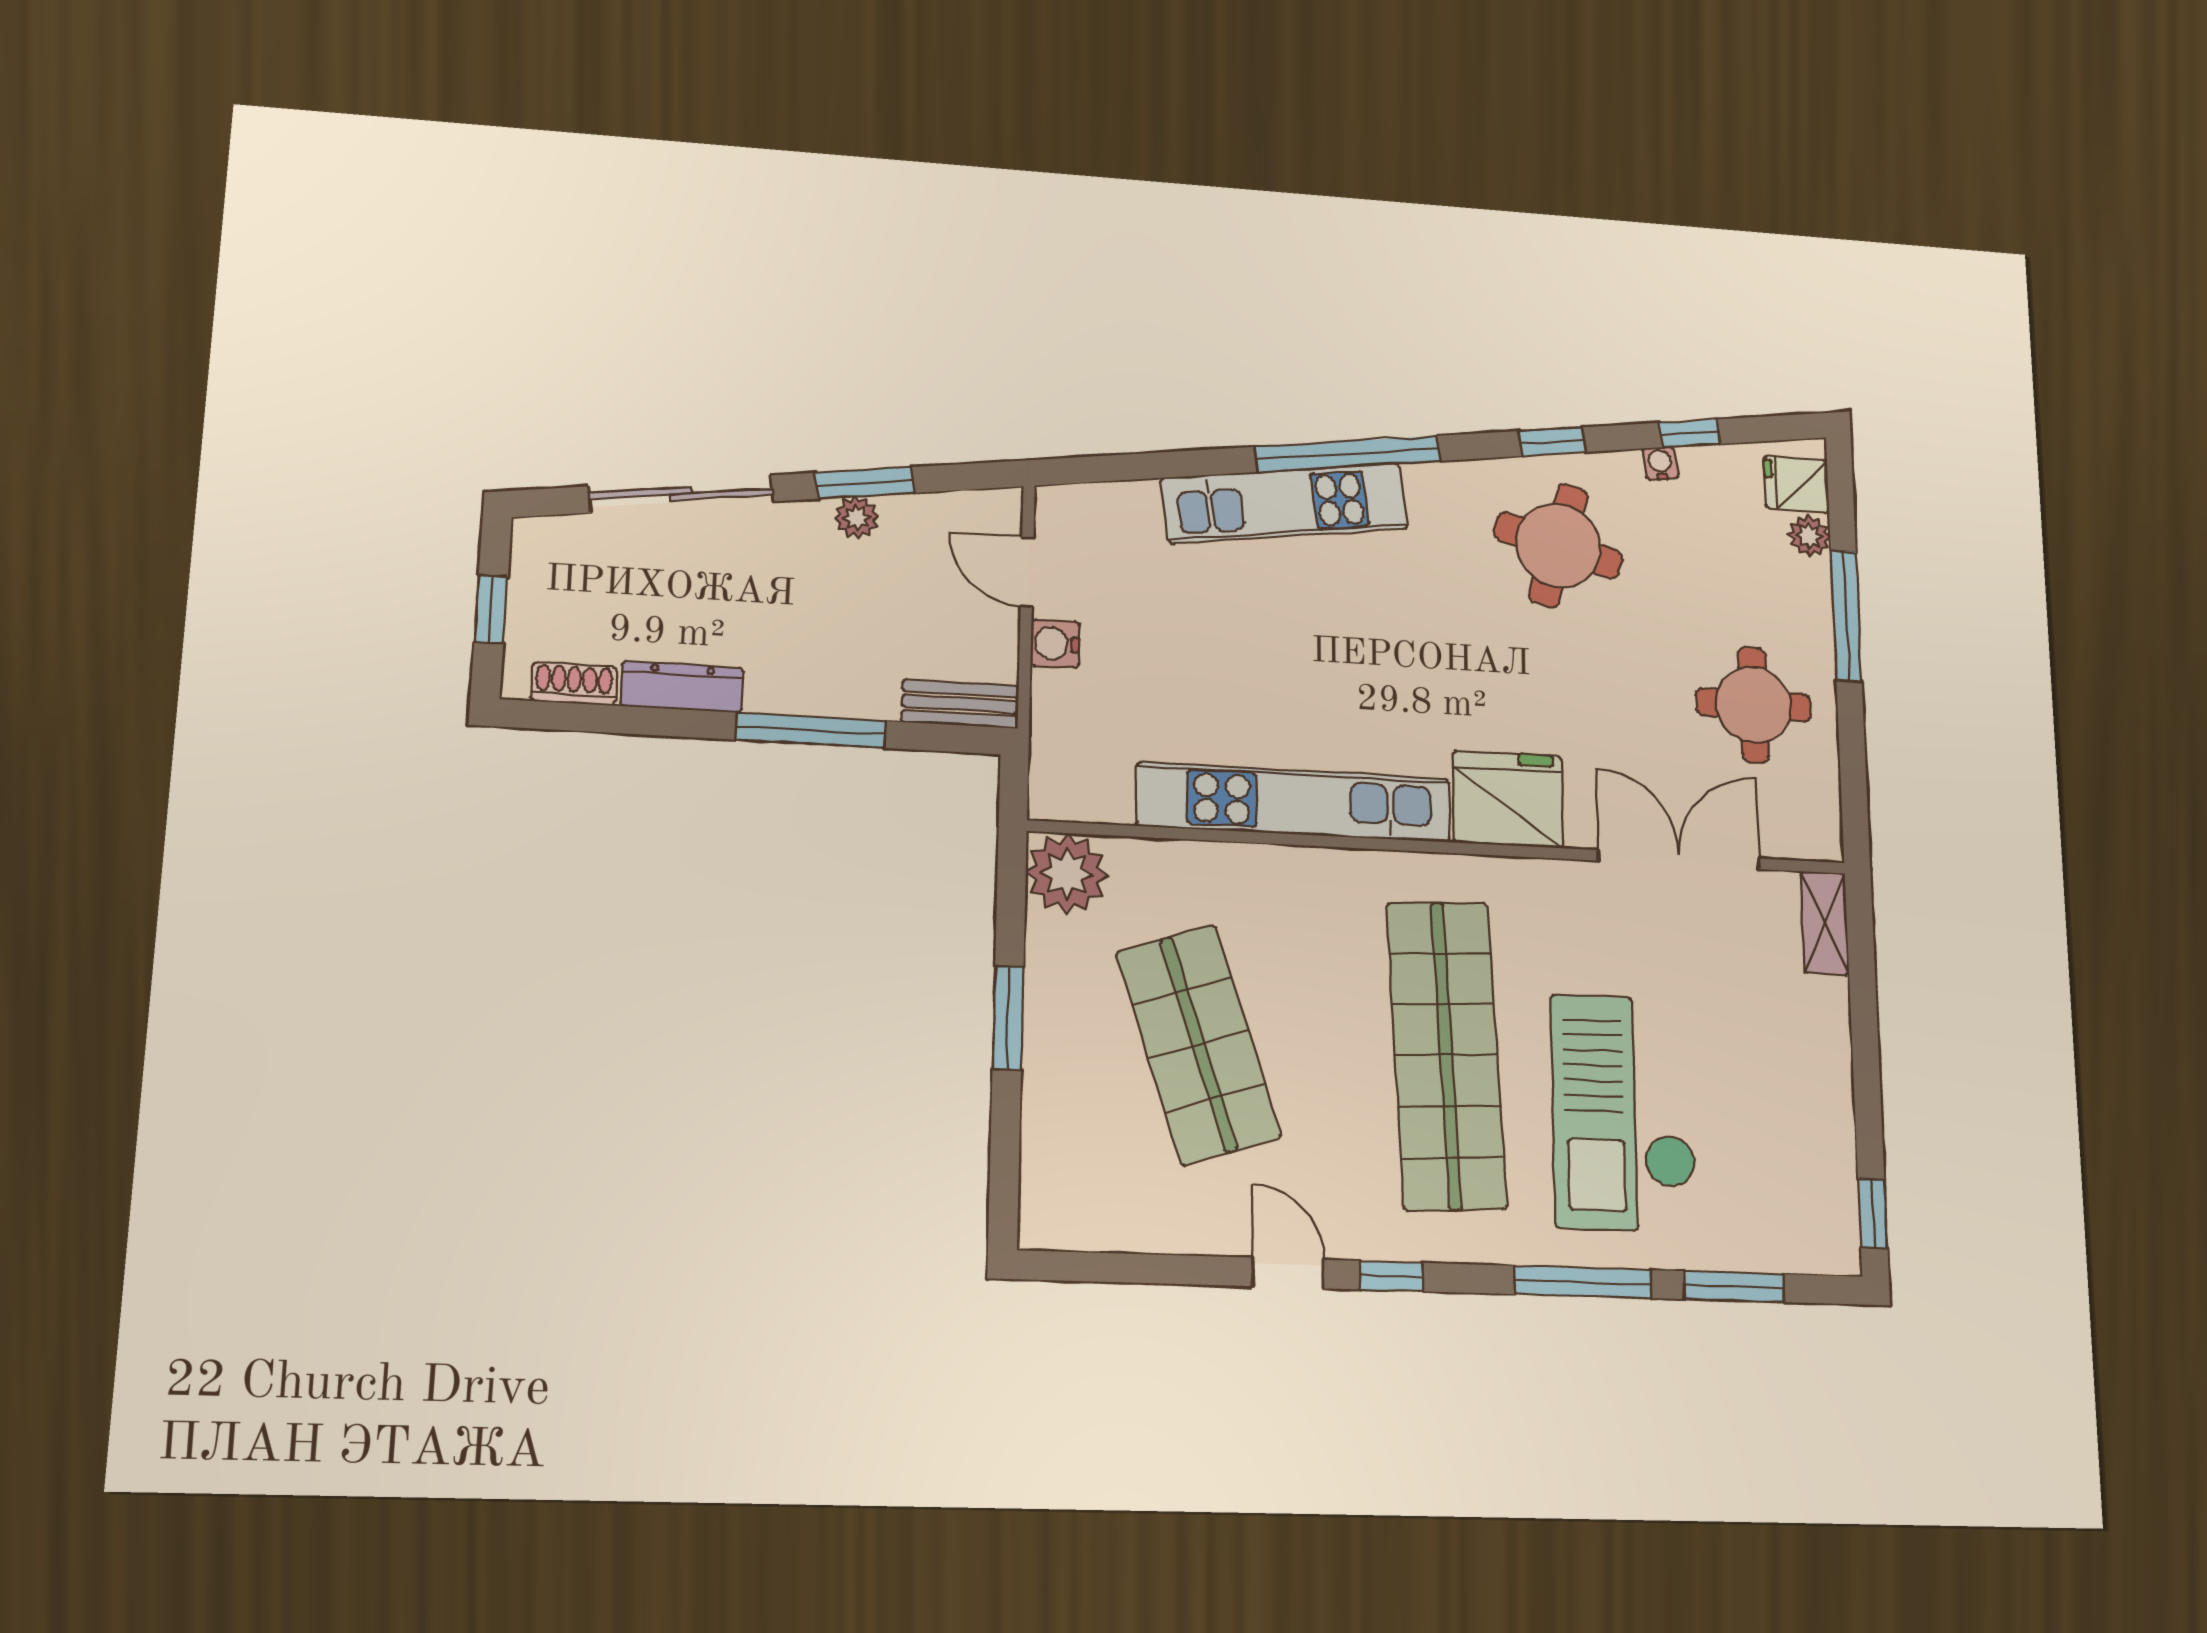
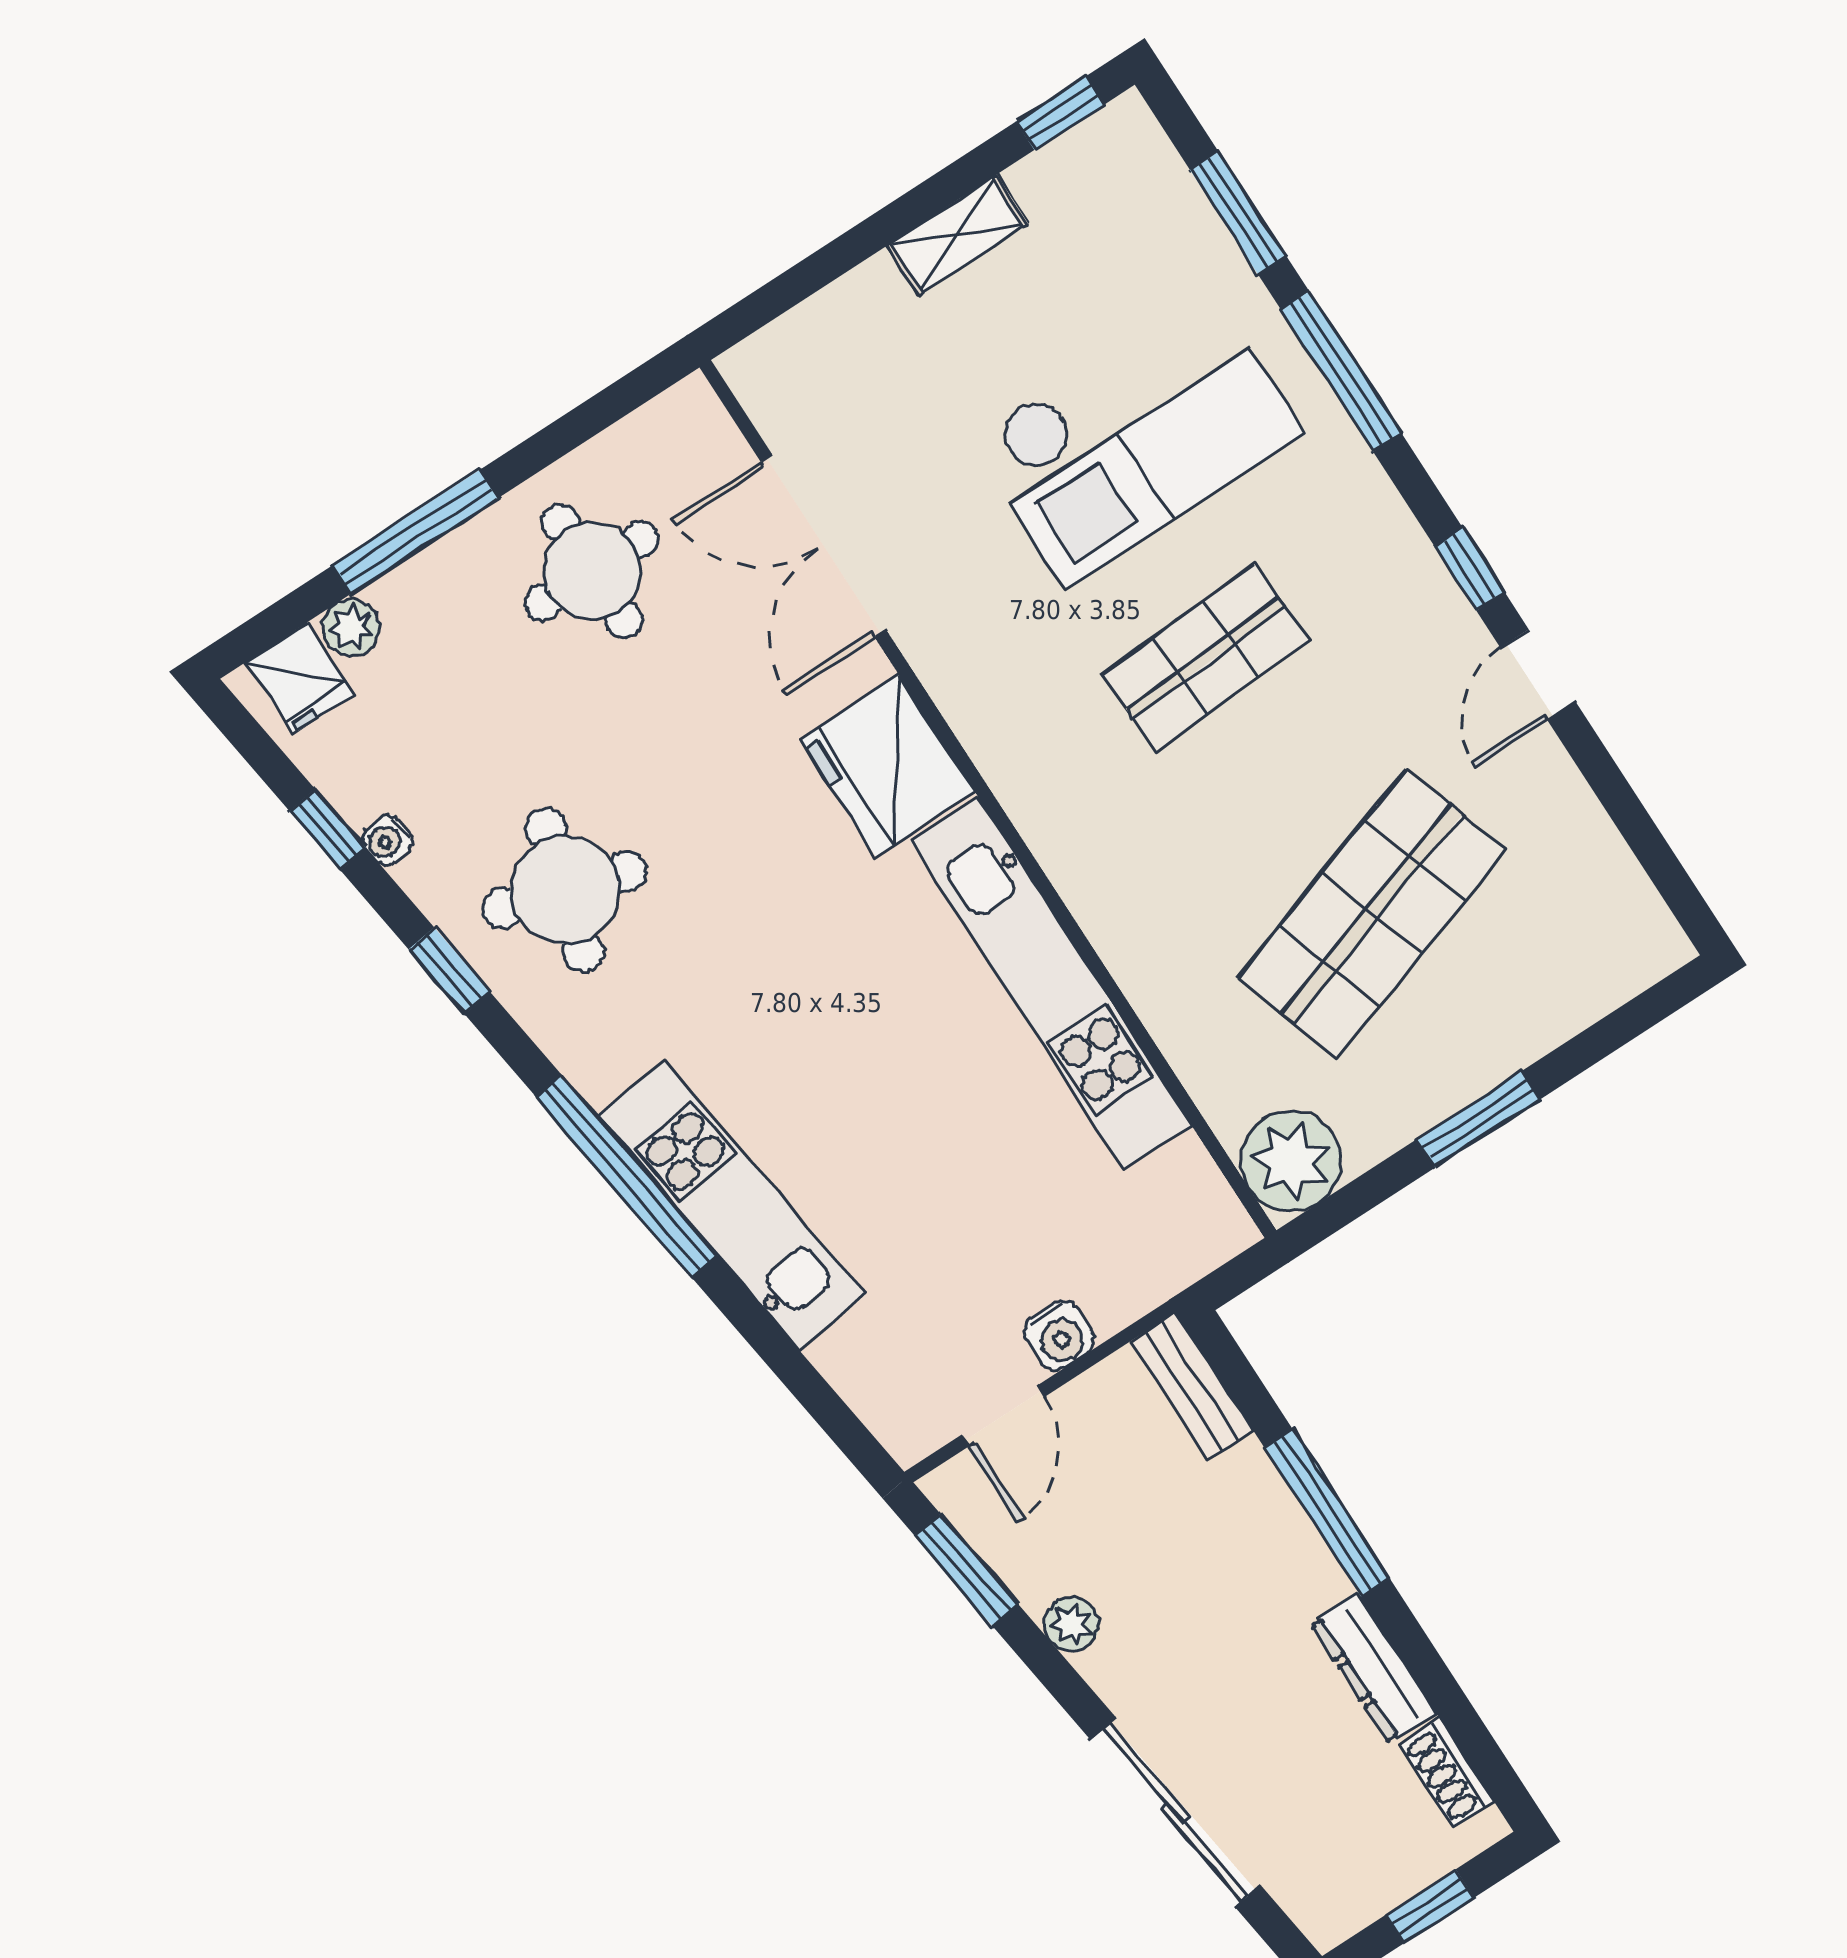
window: (865, 483) -> (966, 1570), moved
shelving: (1825, 923) -> (958, 235), moved
shop shelf: (1446, 1055) -> (1205, 658), width x0.50, depth x0.74

